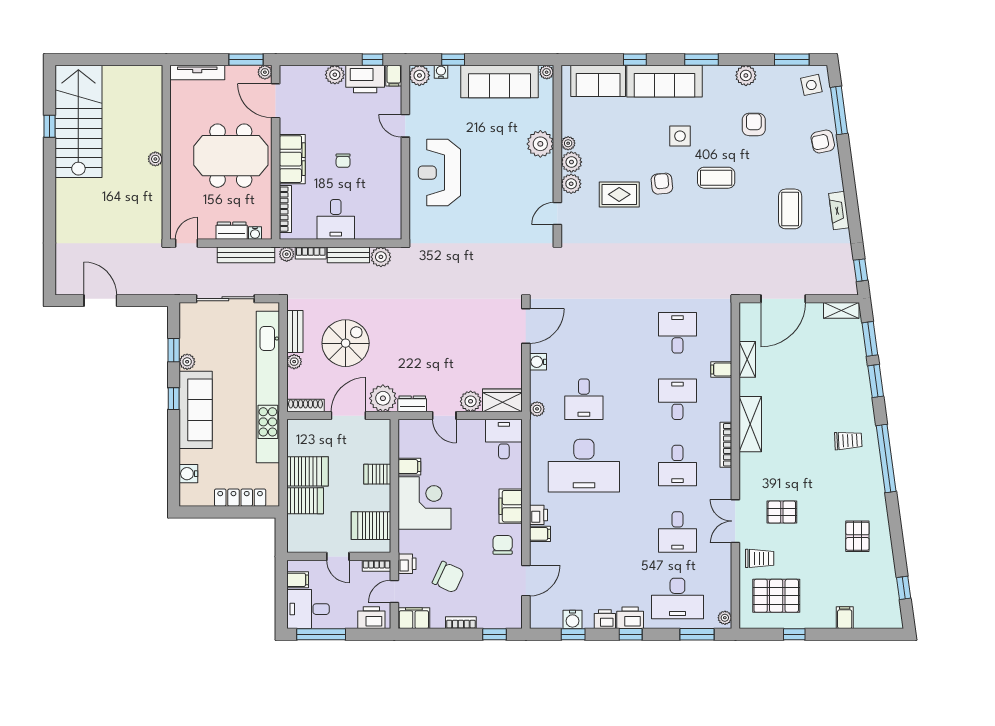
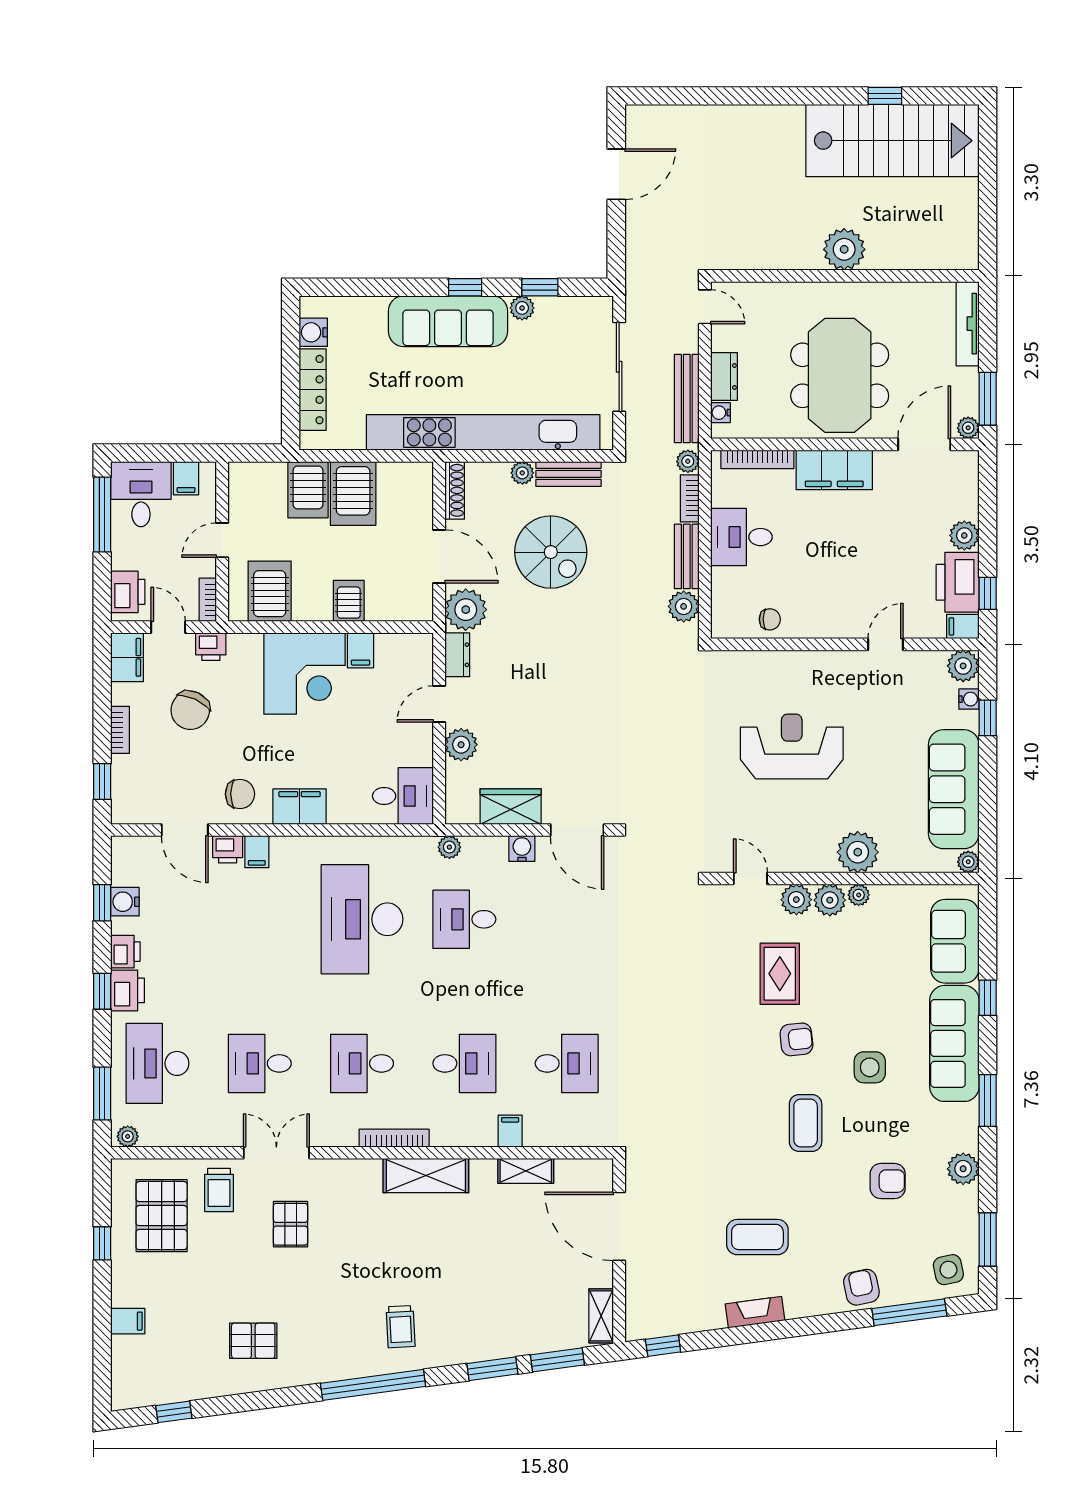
plant: (155, 159) -> (844, 249), width x1.87, depth x1.87
chair: (343, 161) -> (770, 619), moved, turned 180
reception desk: (439, 173) -> (792, 746), moved
wardrobe: (502, 400) -> (511, 807), moved, turned -90
water cooler: (188, 474) -> (313, 332), moved, turned -90
printer: (539, 515) -> (228, 849), moved

